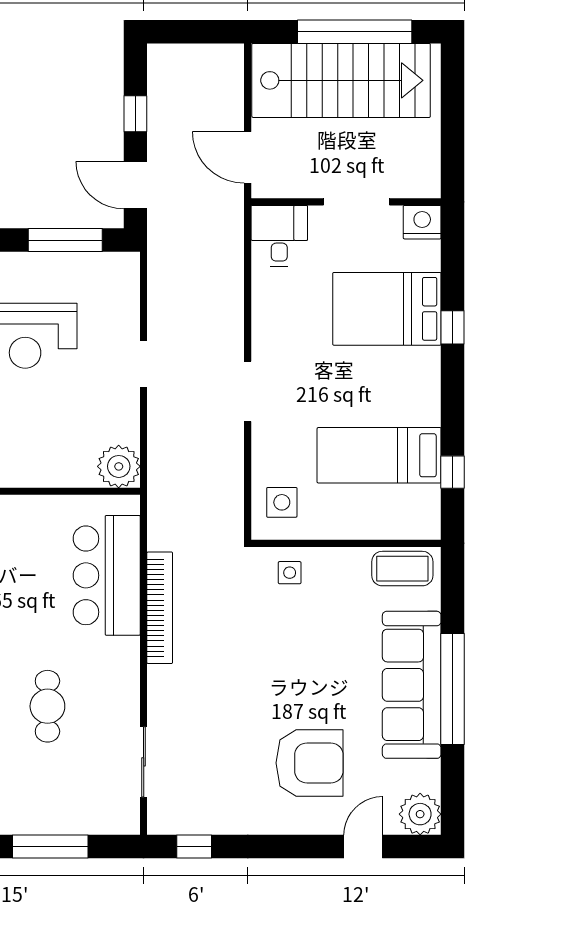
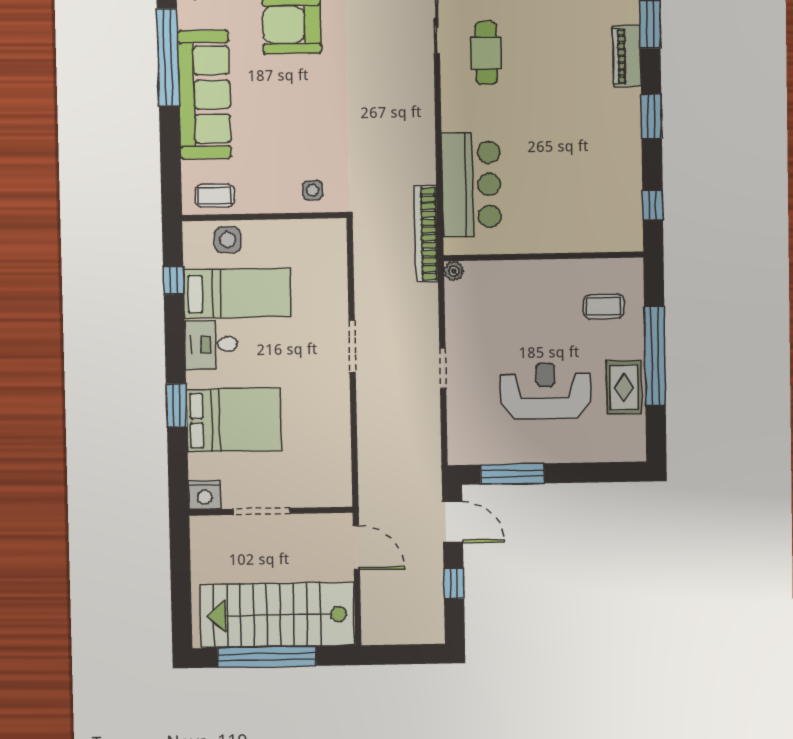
desk: (279, 236) -> (211, 344), moved, turned 90
window: (453, 327) -> (176, 405), width x1.50
plant: (119, 466) -> (454, 271), width x0.53, depth x0.53
side table: (282, 502) -> (228, 240), moved
coffee table: (402, 569) -> (215, 196), width x0.73, depth x0.77
bookcase: (160, 608) -> (426, 234), moved
window: (453, 689) -> (168, 57), moved
cafe table: (47, 706) -> (486, 53), moved

